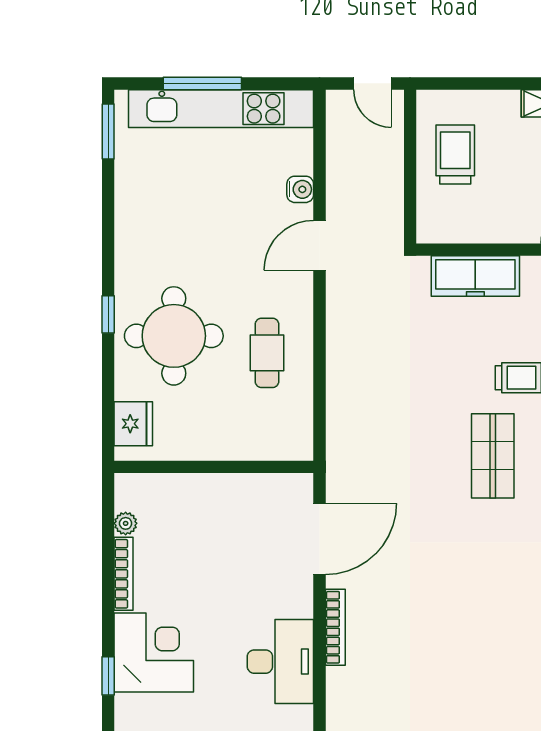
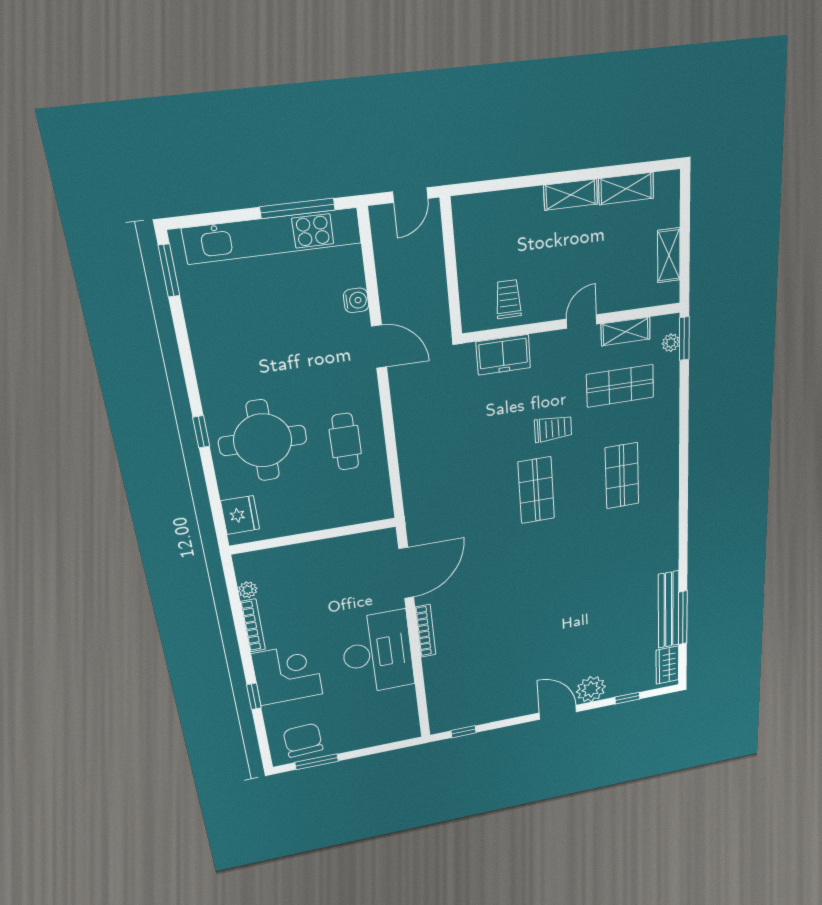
window: (202, 83) -> (298, 208), moved
door: (372, 83) -> (410, 195), hinge flipped
trolley: (455, 154) -> (508, 299), moved, width x0.73, depth x0.72
door: (320, 245) -> (379, 347), swing flipped
freezer: (475, 276) -> (503, 355), width x0.71
desk: (280, 662) -> (377, 653), width x1.36, depth x1.30

